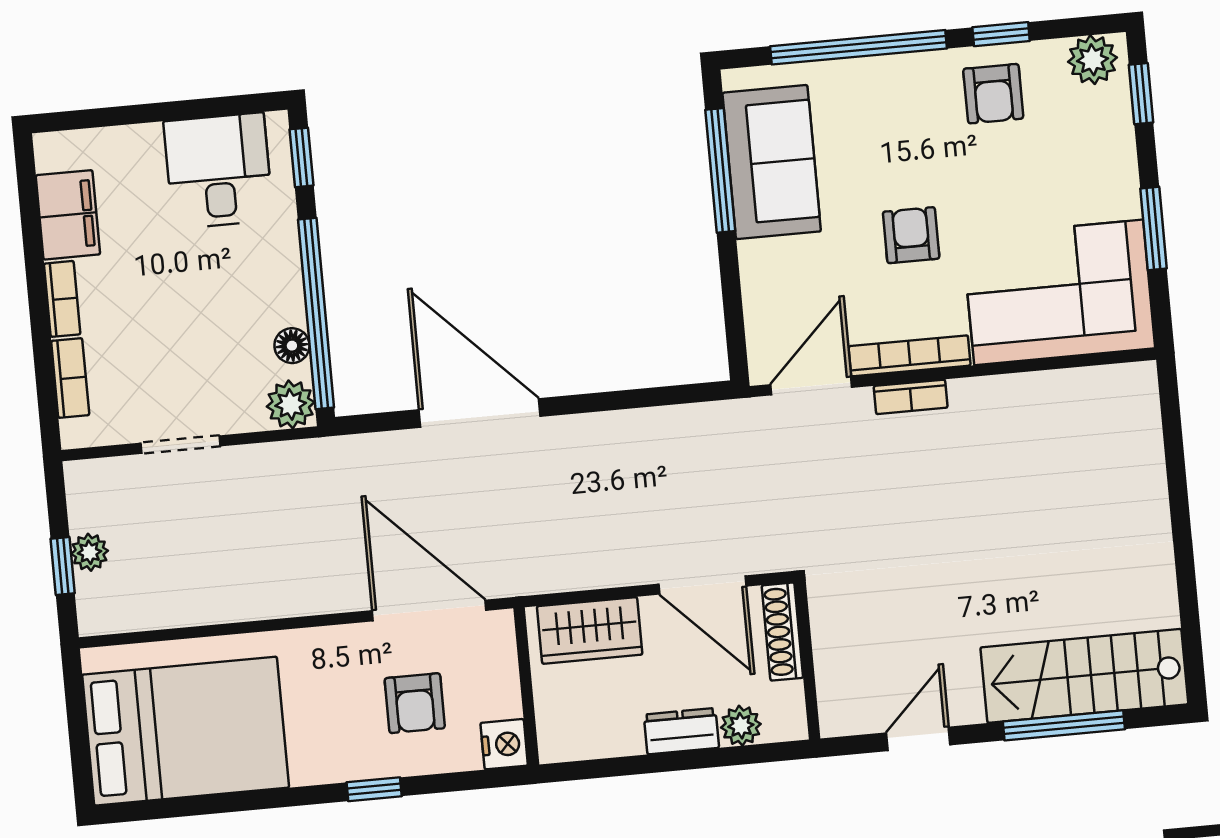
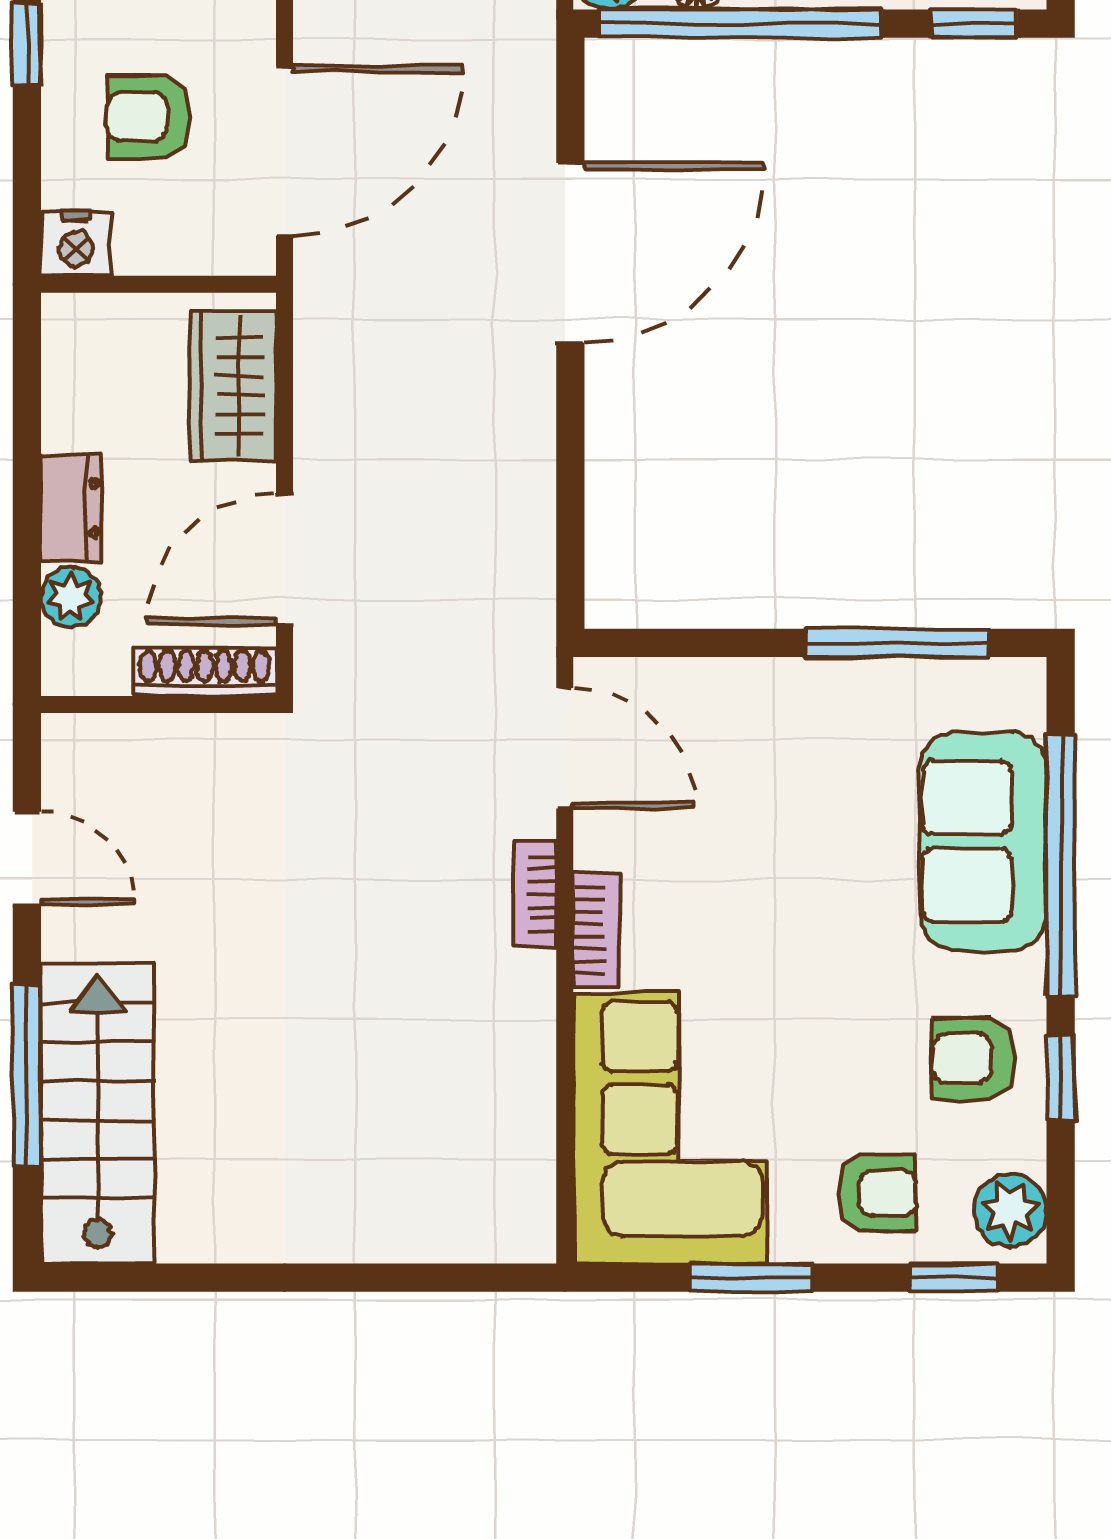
sofa: (772, 162) -> (983, 841), moved, turned 90
armchair: (911, 235) -> (877, 1193), moved
bookcase: (909, 356) -> (596, 930), width x0.64

